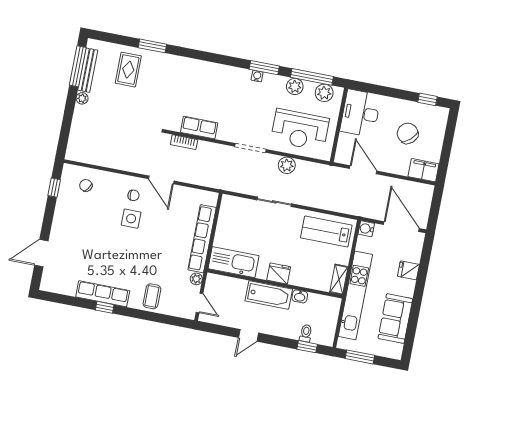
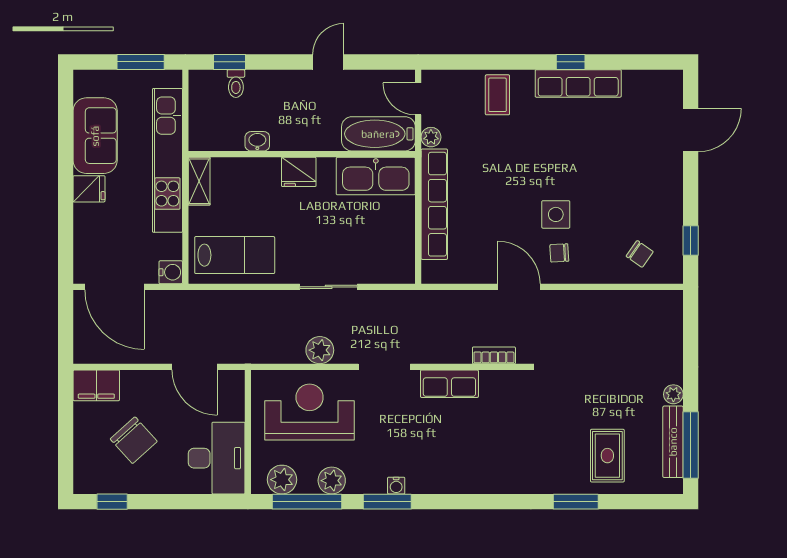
row of seats: (199, 128) -> (449, 384), moved
fridge: (408, 270) -> (89, 189), moved
bathtub: (269, 295) -> (378, 134), moved

